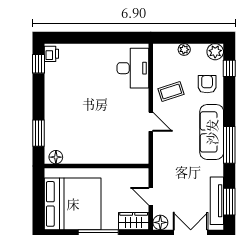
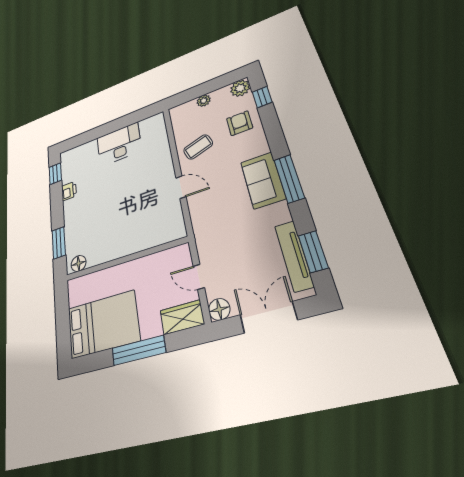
printer: (51, 54) -> (69, 191), moved
desk: (133, 68) -> (119, 144), moved, turned -90
sofa: (212, 132) -> (263, 180), width x0.73
bed: (73, 204) -> (103, 324), width x0.73

